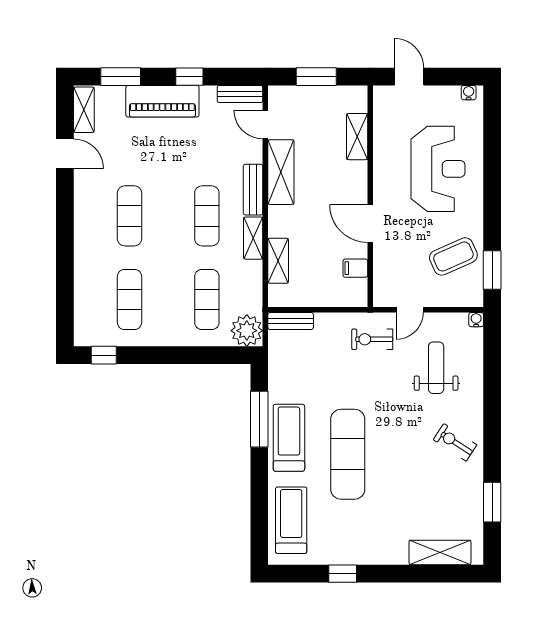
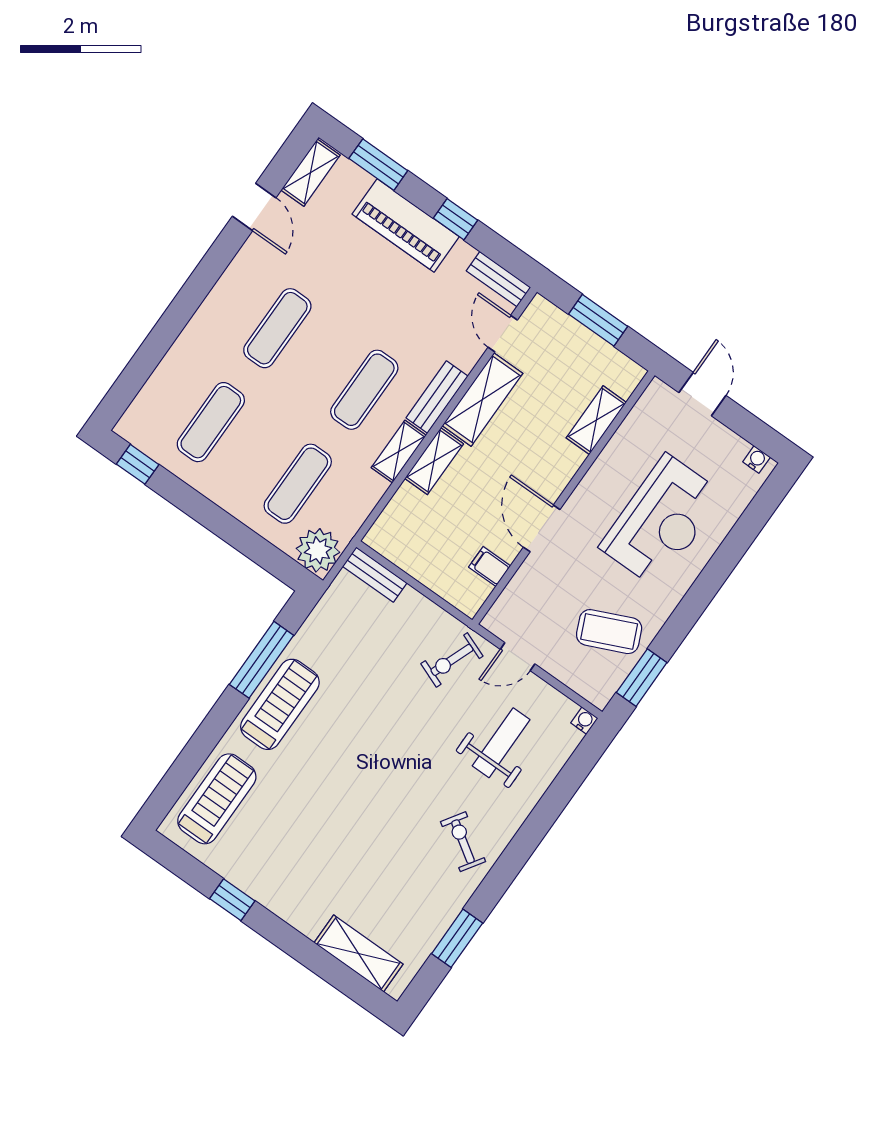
shelving: (278, 261) -> (434, 461), moved
exercise bike: (372, 339) -> (452, 660), turned -69
exercise mat: (348, 454) -> (333, 770), removed

